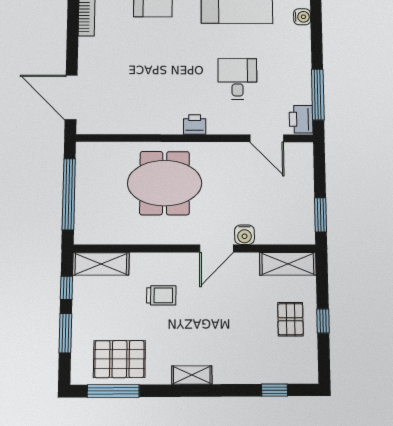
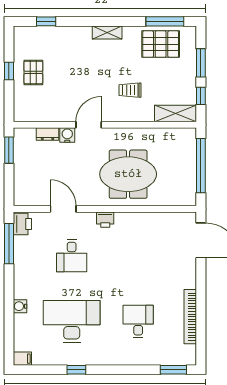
door: (267, 138) -> (63, 209), moved
dresser: (271, 236) -> (47, 134), added
shelving: (288, 264) -> (35, 113), removed

